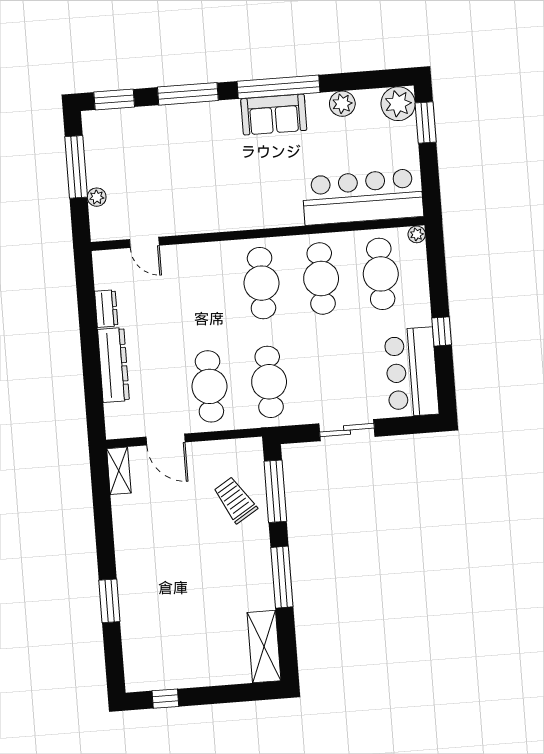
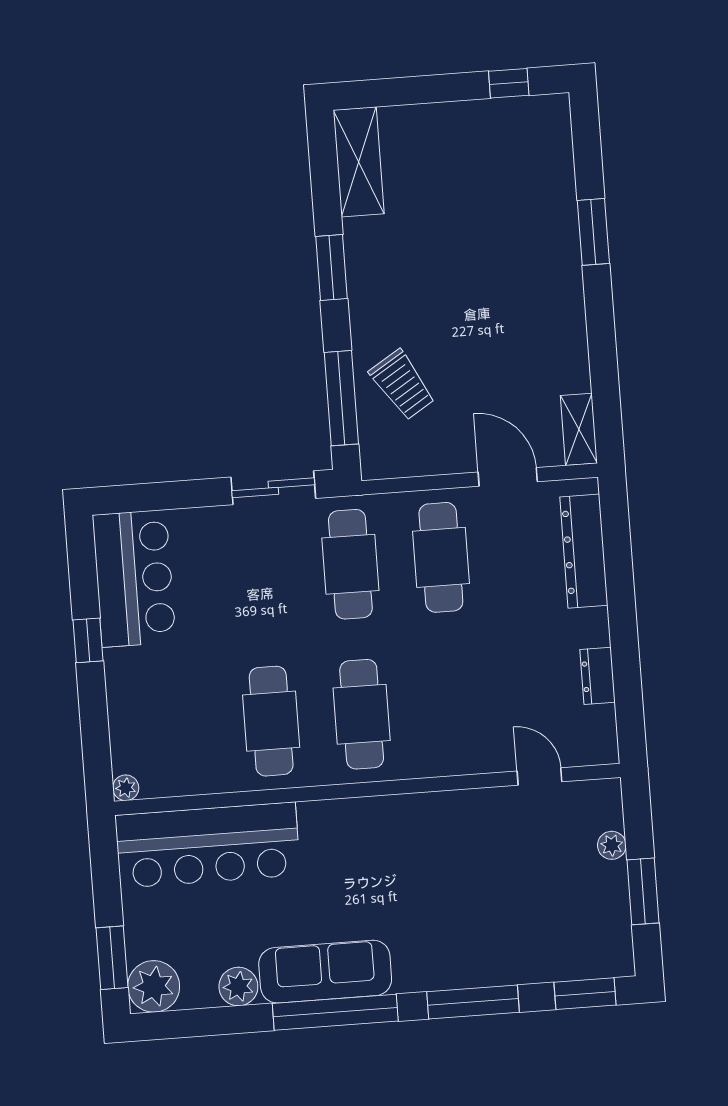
sofa: (274, 115) -> (325, 972), width x1.36
window: (76, 167) -> (643, 891), width x0.69
cafe table: (381, 274) -> (181, 728), removed
dresser: (113, 365) -> (584, 551), moved
sliding door: (347, 430) -> (273, 488), moved
window: (282, 577) -> (331, 267), width x0.69

